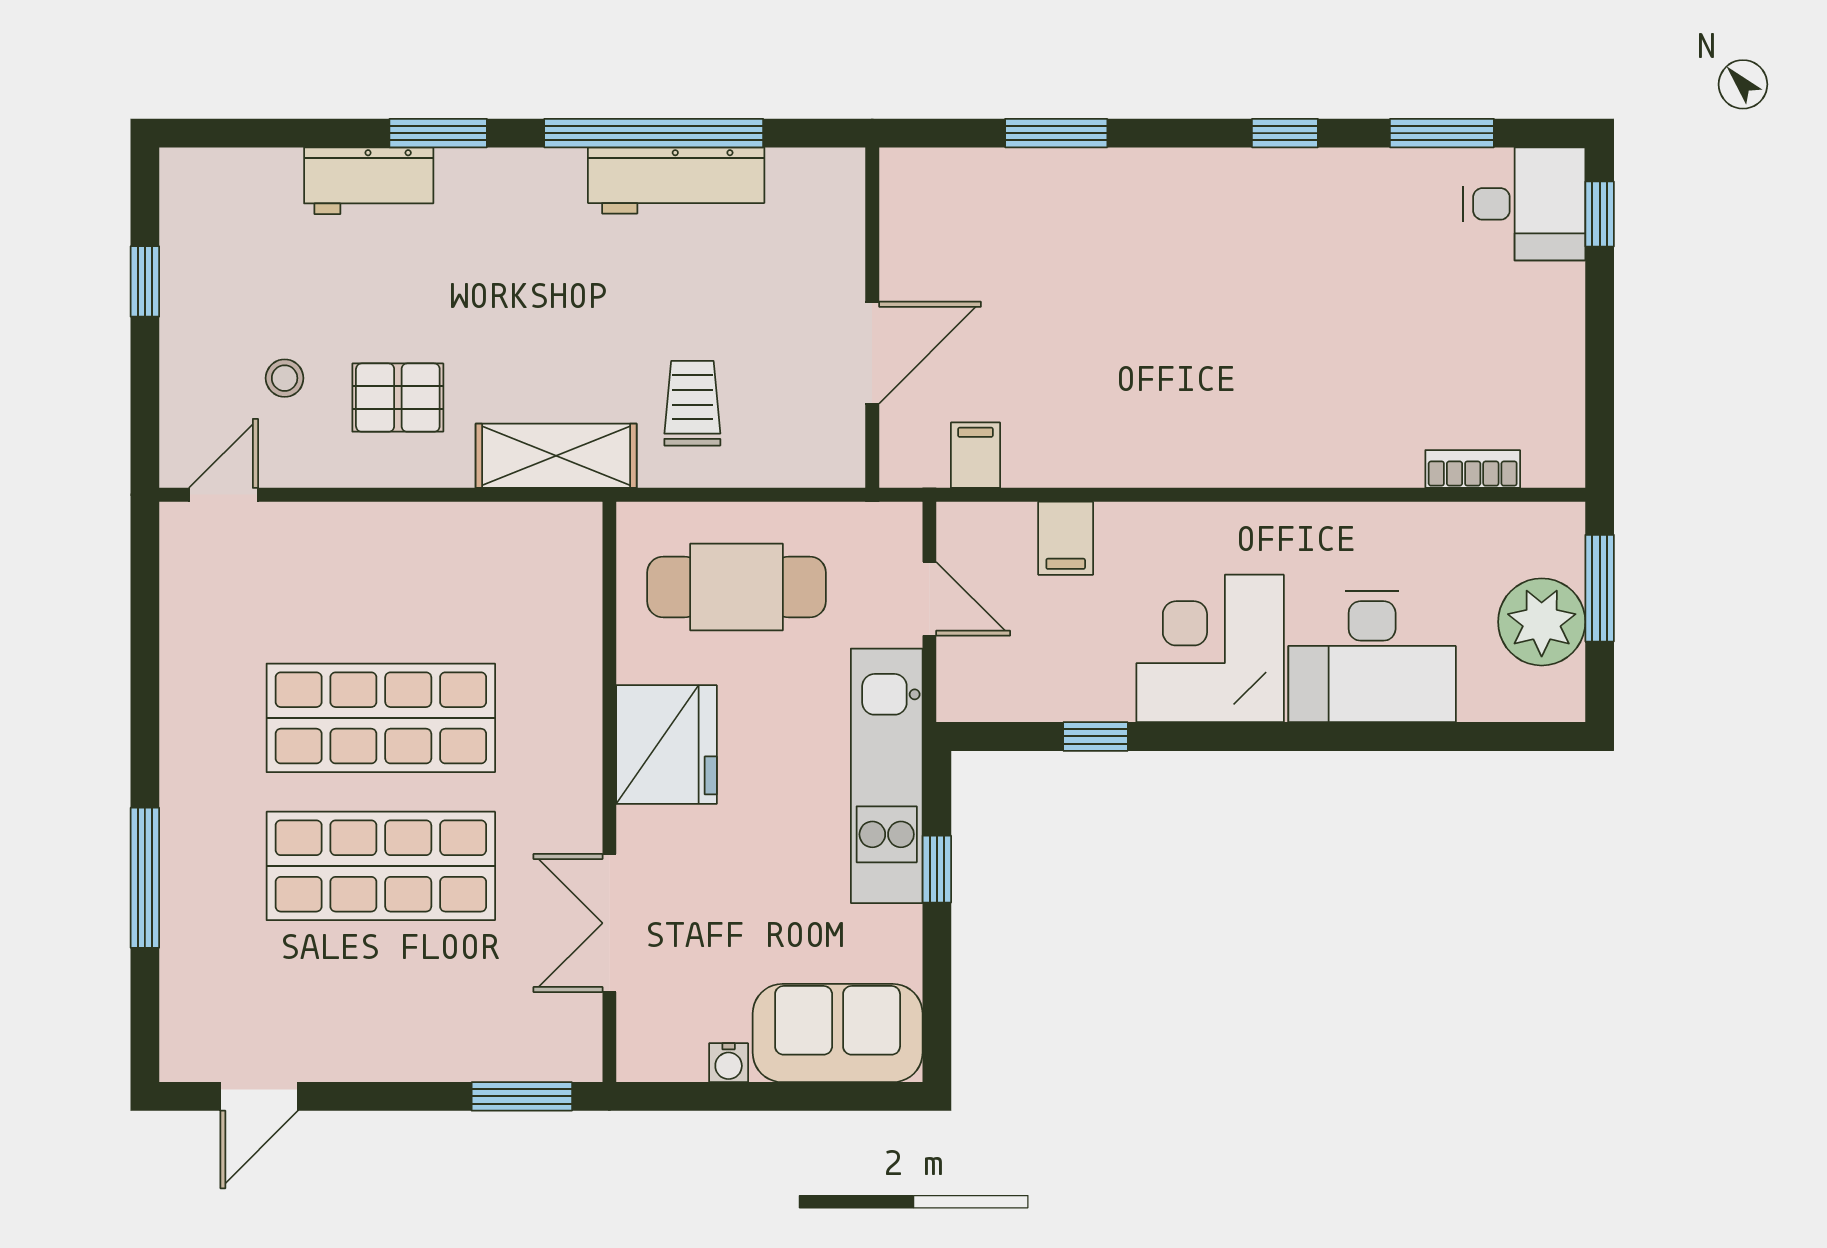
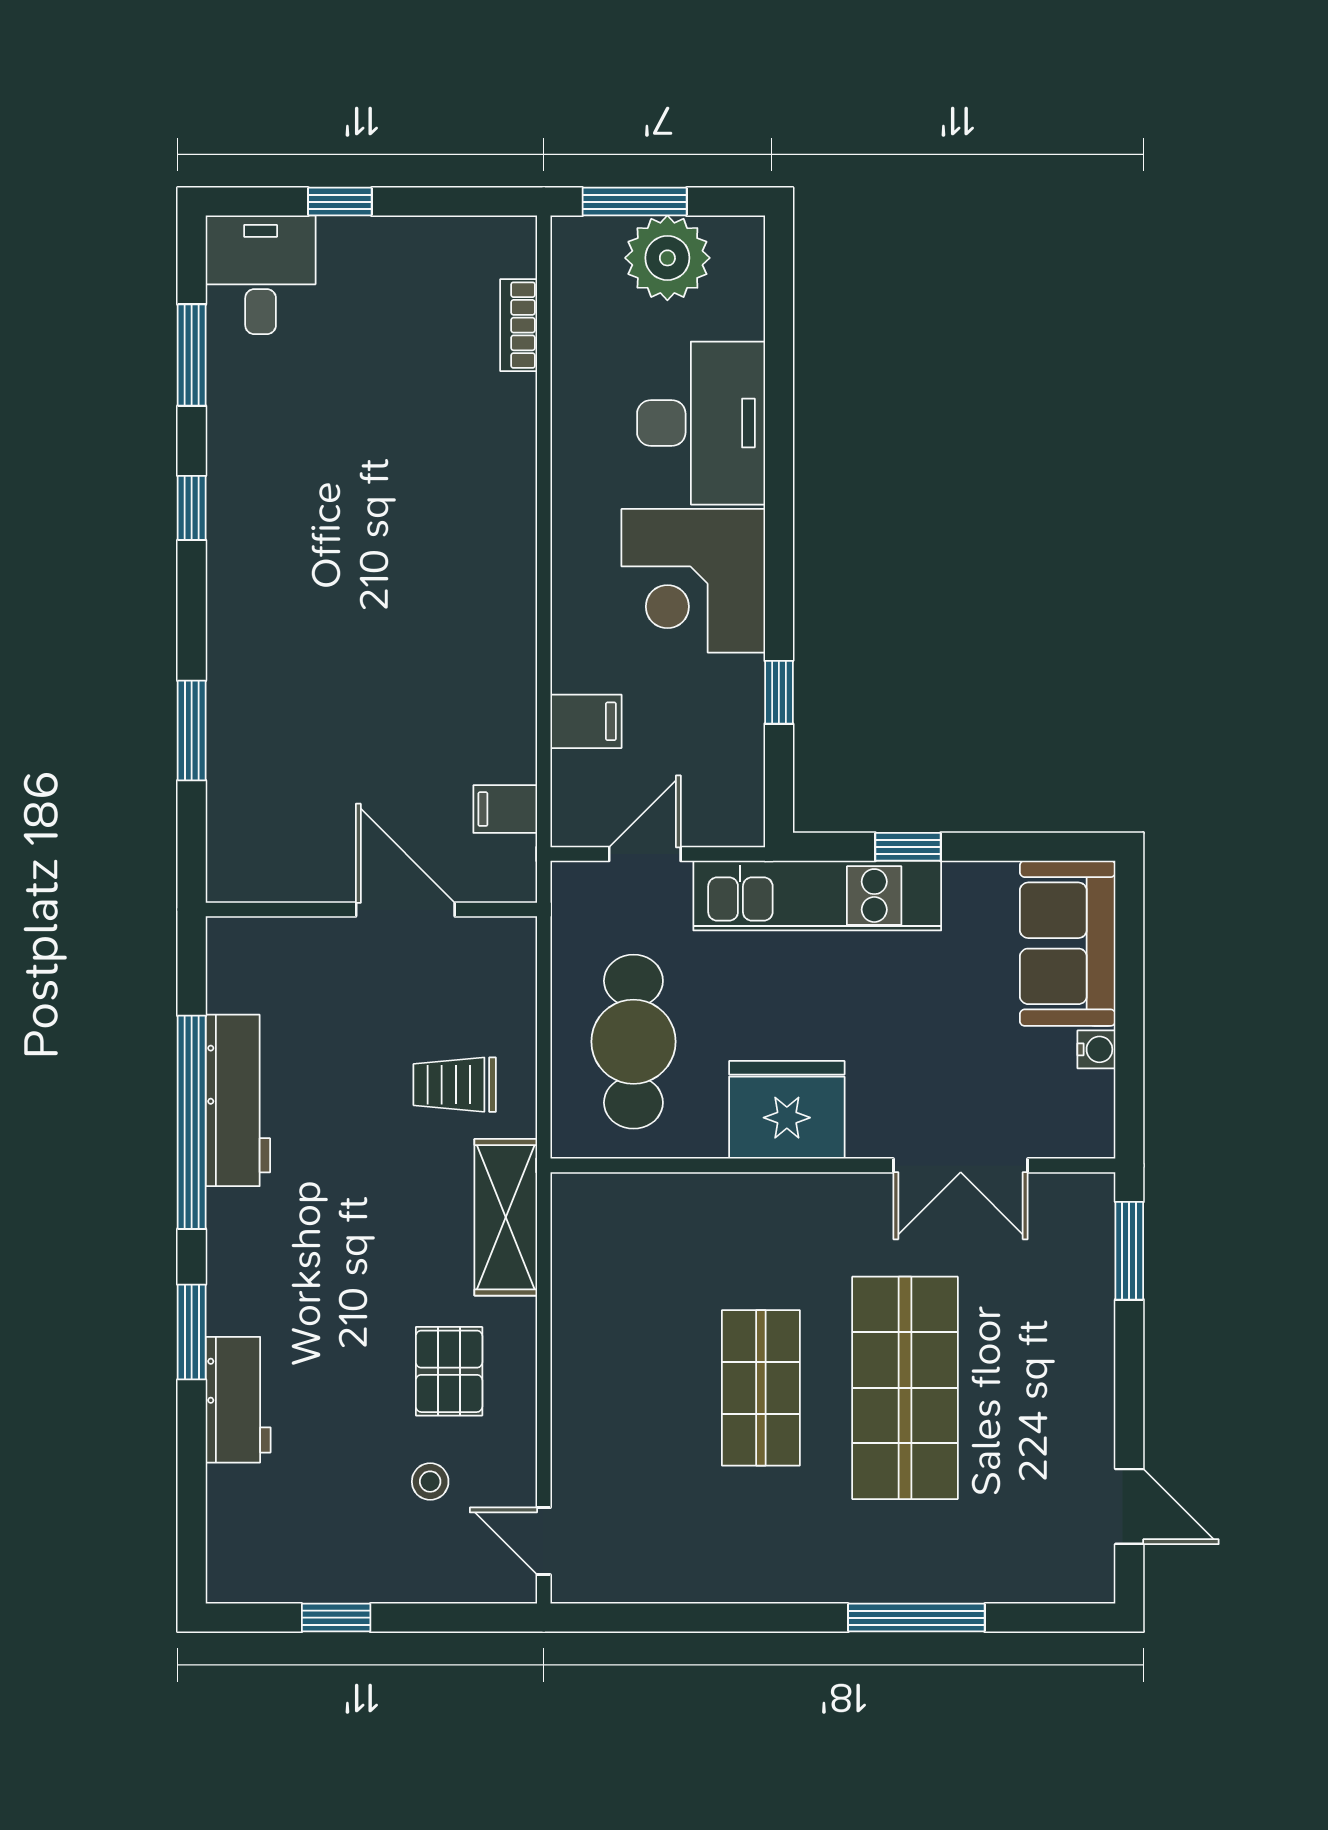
window: (1600, 214) -> (340, 202), moved
shop shelf: (381, 718) -> (761, 1388), width x0.70, depth x0.74

